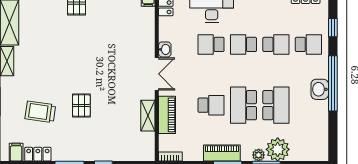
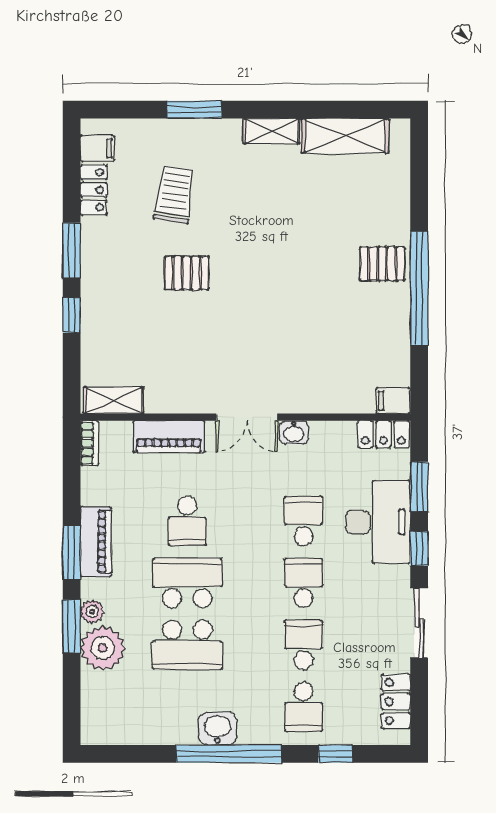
school desk: (276, 44) -> (303, 645), turned 180
shelving: (148, 116) -> (114, 400), moved

